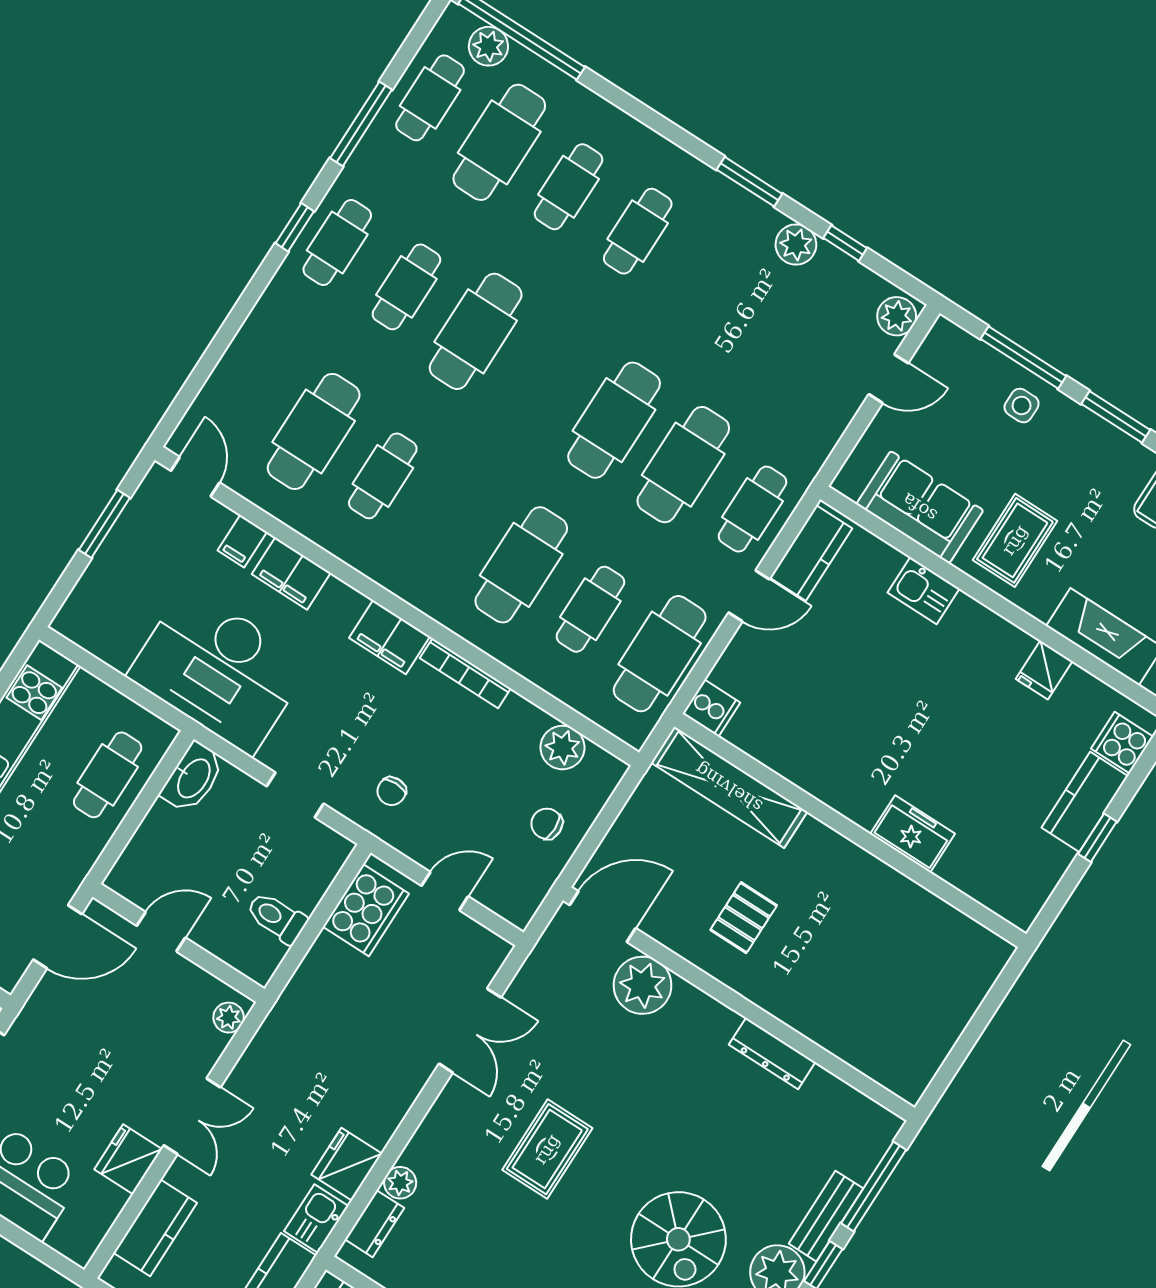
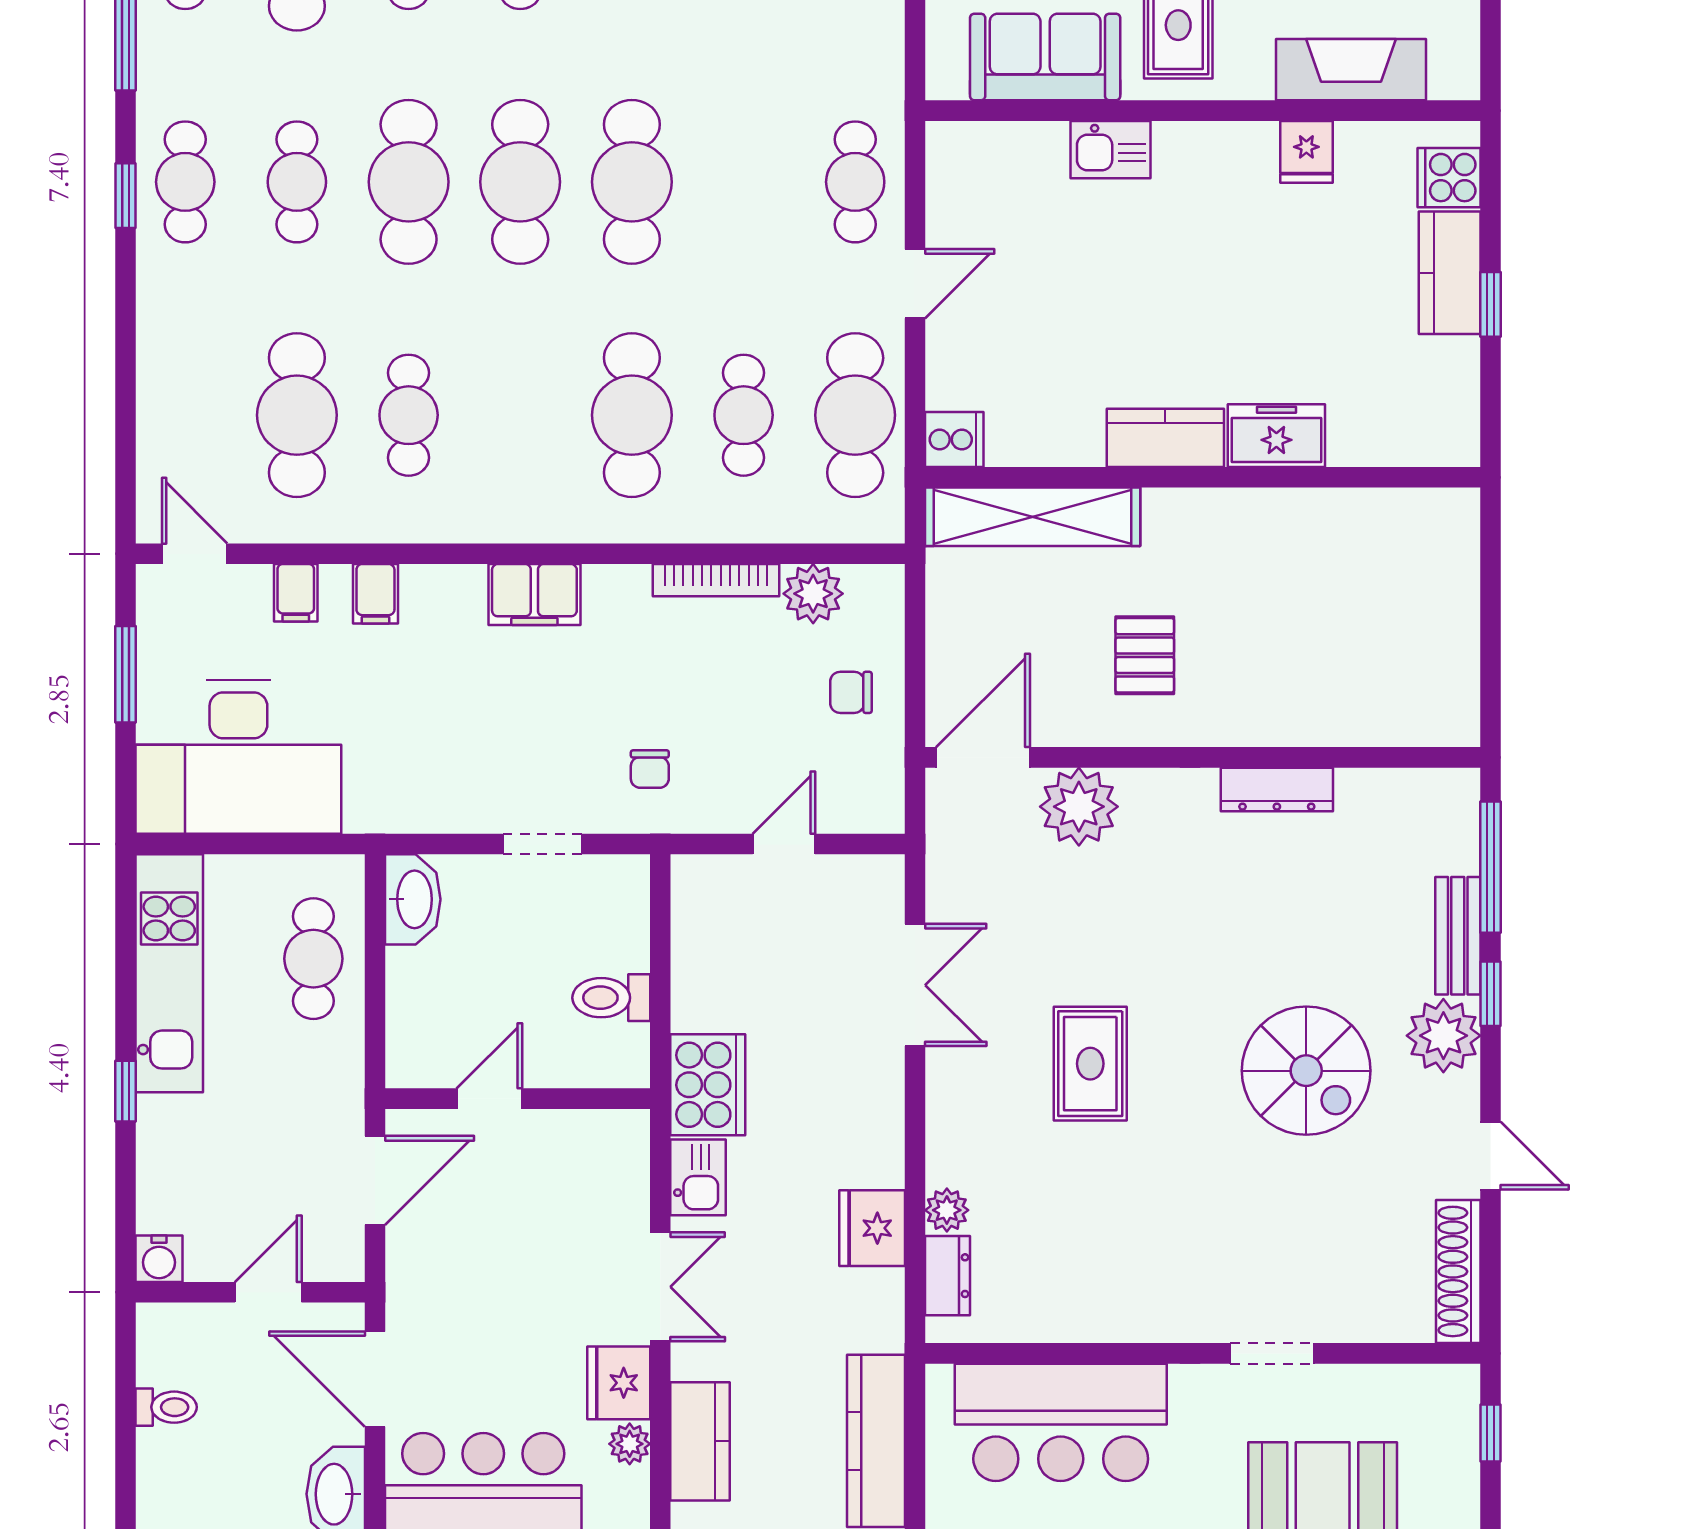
cafe table: (683, 465) -> (520, 182), moved
kitchen counter: (811, 553) -> (1165, 438), moved, turned -90
filing cabinet: (291, 573) -> (375, 594), width x0.50
desk: (219, 670) -> (238, 757), moved
bookcase: (465, 673) -> (716, 580), moved
cooker: (366, 910) -> (708, 1085), moved
plant: (229, 1018) -> (630, 1444), moved
kitchen sink: (316, 1219) -> (698, 1177), moved, turned 180

